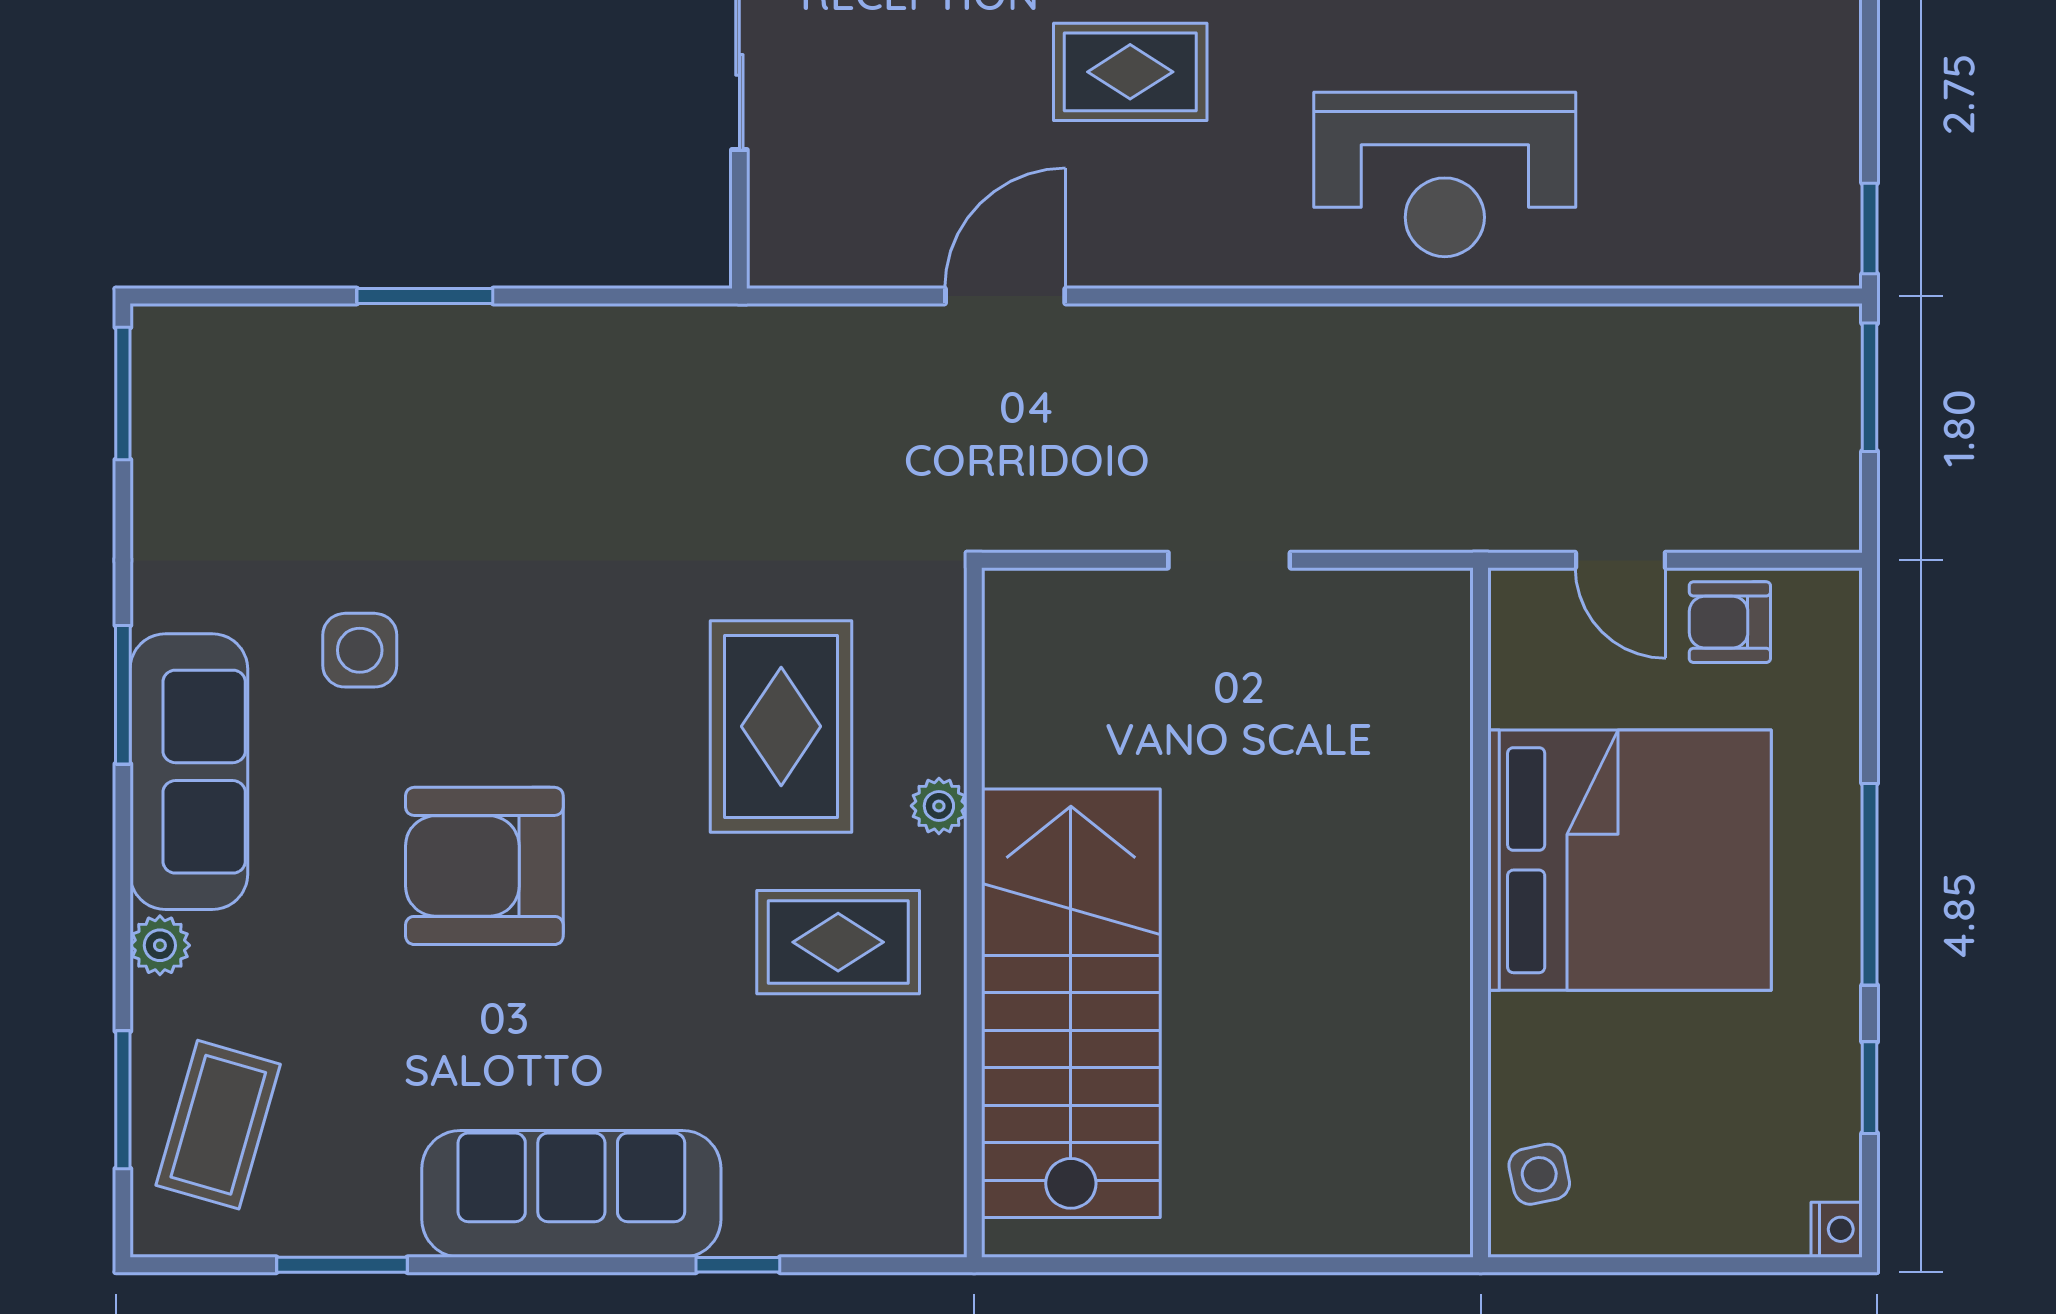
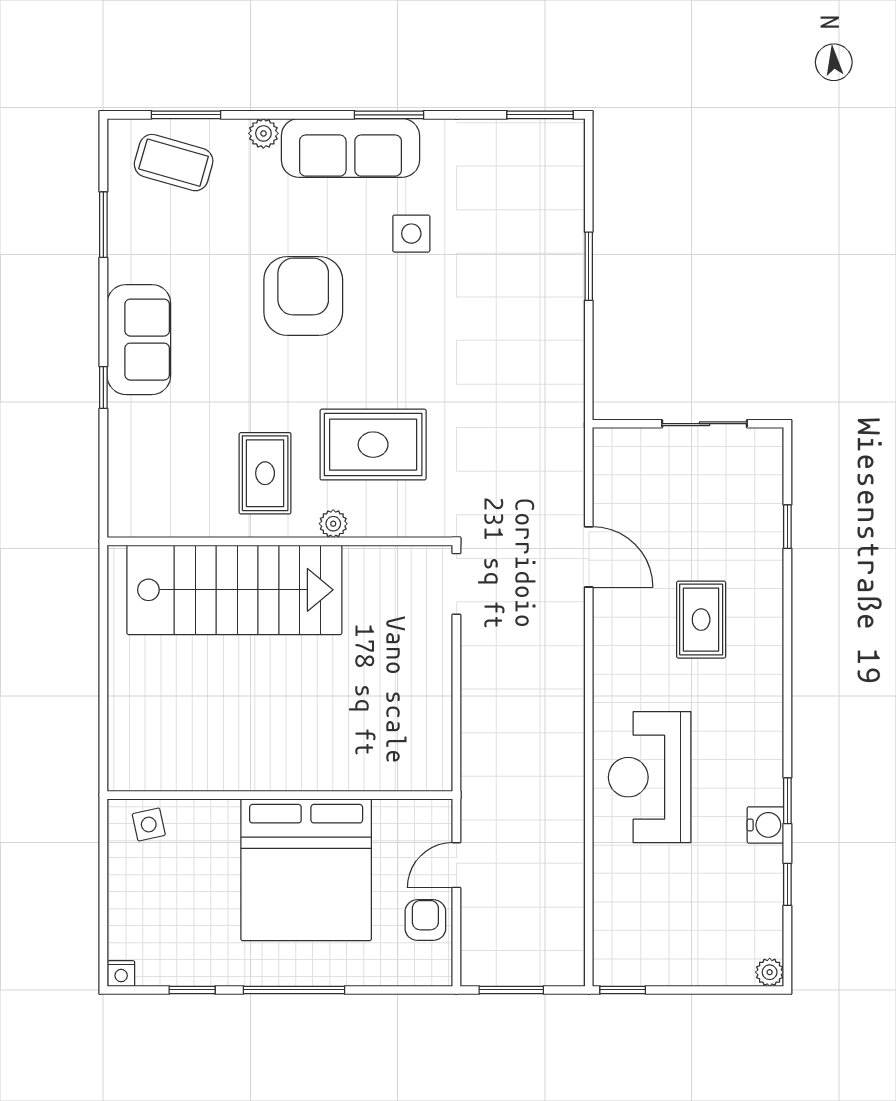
window: (1870, 387) -> (511, 990), moved
doorway: (1229, 560) -> (456, 584), moved
sofa: (571, 1194) -> (139, 340), width x0.73
window: (738, 1265) -> (103, 387), moved

